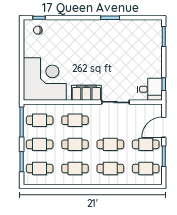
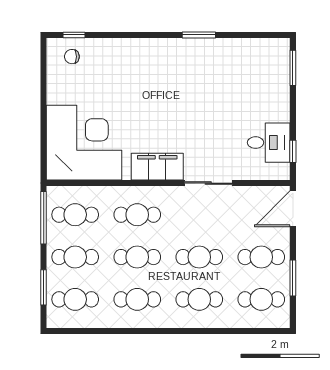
desk: (150, 89) -> (269, 143), moved
door: (164, 127) -> (293, 209), moved

